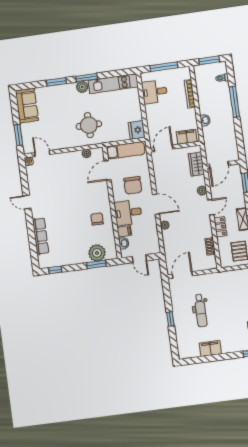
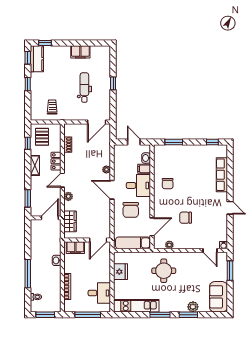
plant: (82, 87) -> (193, 307), moved
fridge: (137, 130) -> (120, 272), moved
chair: (73, 185) -> (186, 218), added
chair: (133, 185) -> (131, 210), turned 180
plant: (97, 253) -> (172, 152), removed
trolley: (233, 285) -> (52, 107), added

